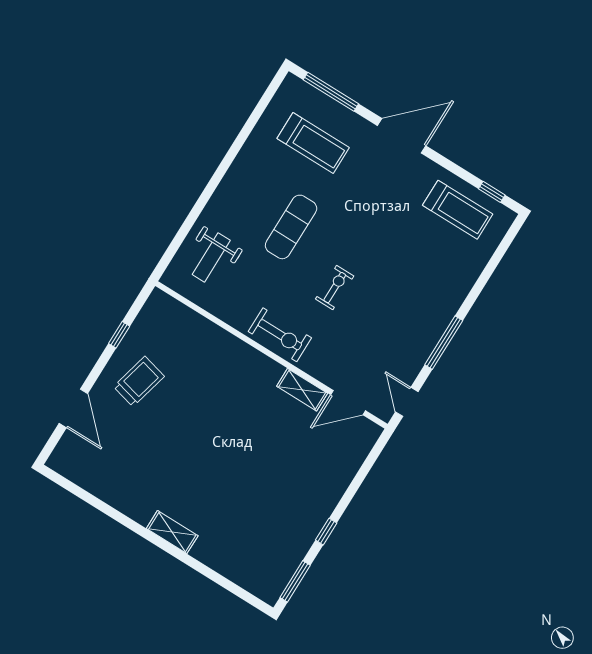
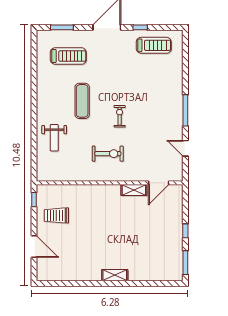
window: (331, 92) -> (62, 27), width x0.69
window: (492, 192) -> (140, 27), moved
wall: (271, 355) -> (110, 183), moved
trolley: (139, 381) -> (56, 215), turned -104
shelving: (302, 390) -> (134, 190), moved
door: (348, 403) -> (159, 183), moved

